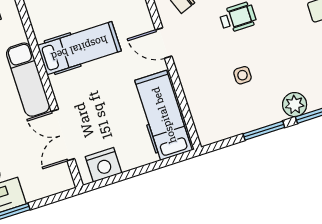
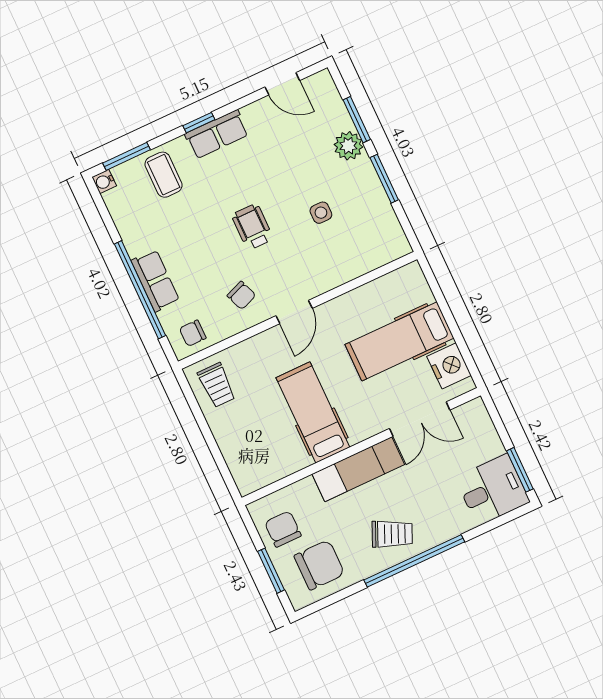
hospital bed: (164, 115) -> (399, 341), moved

